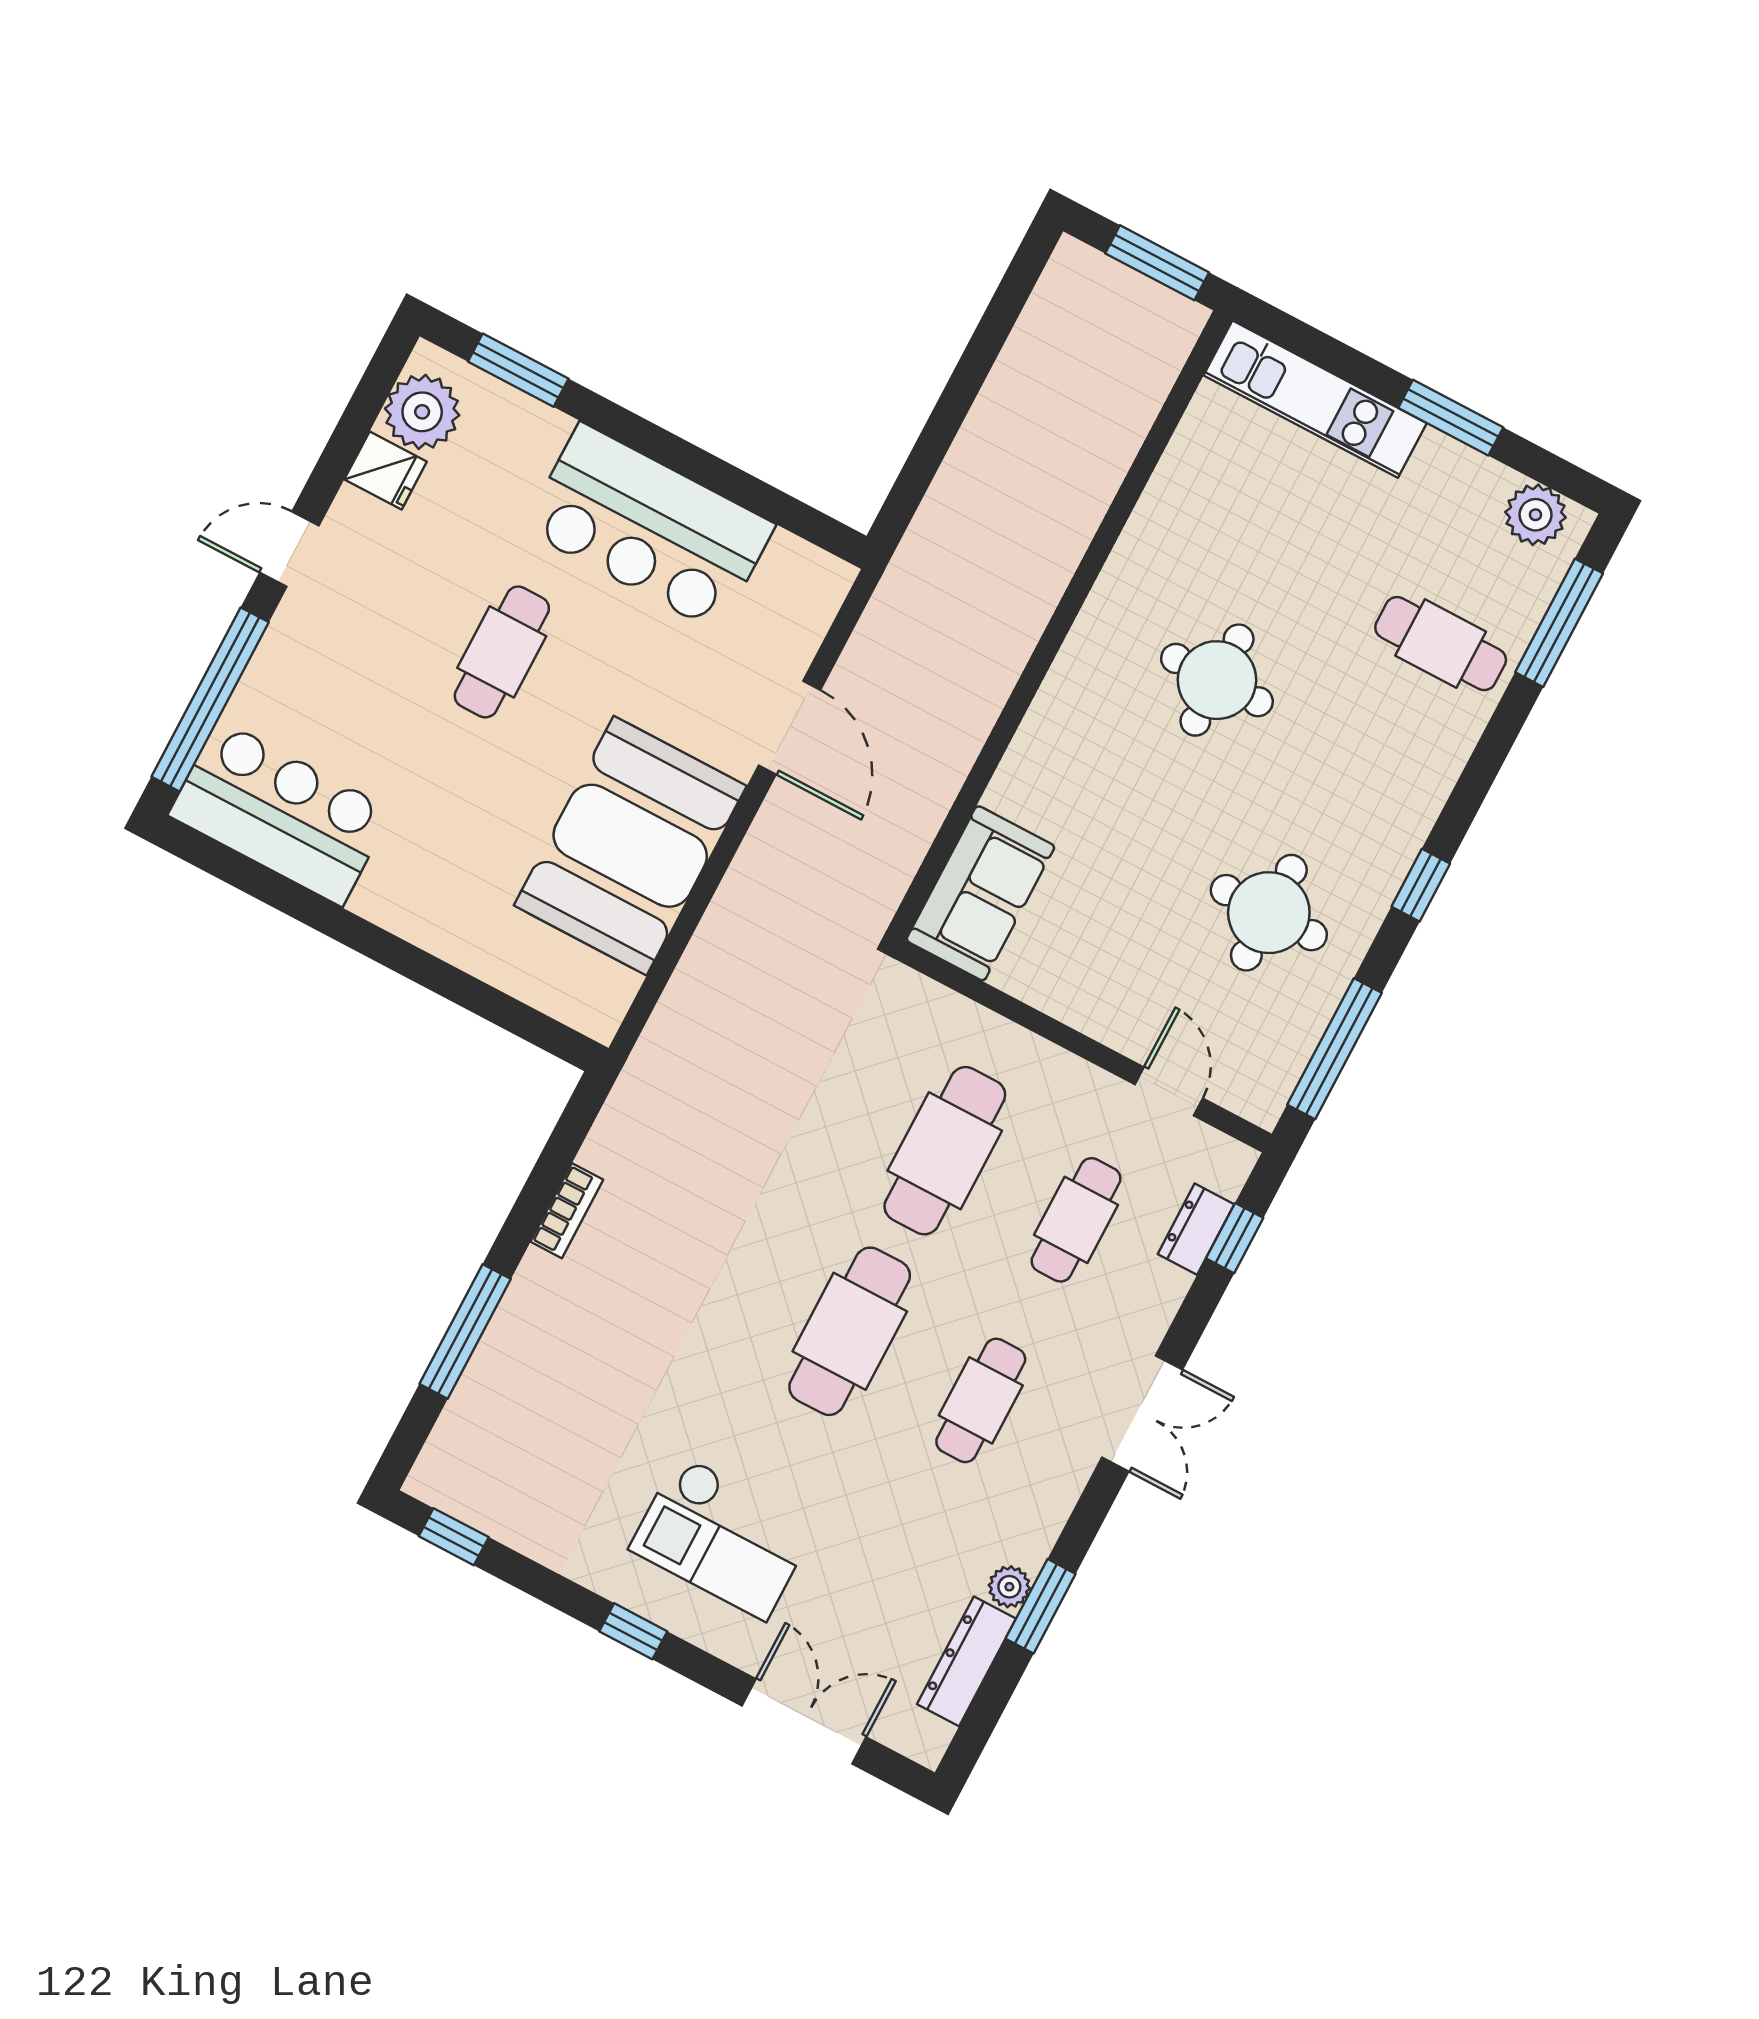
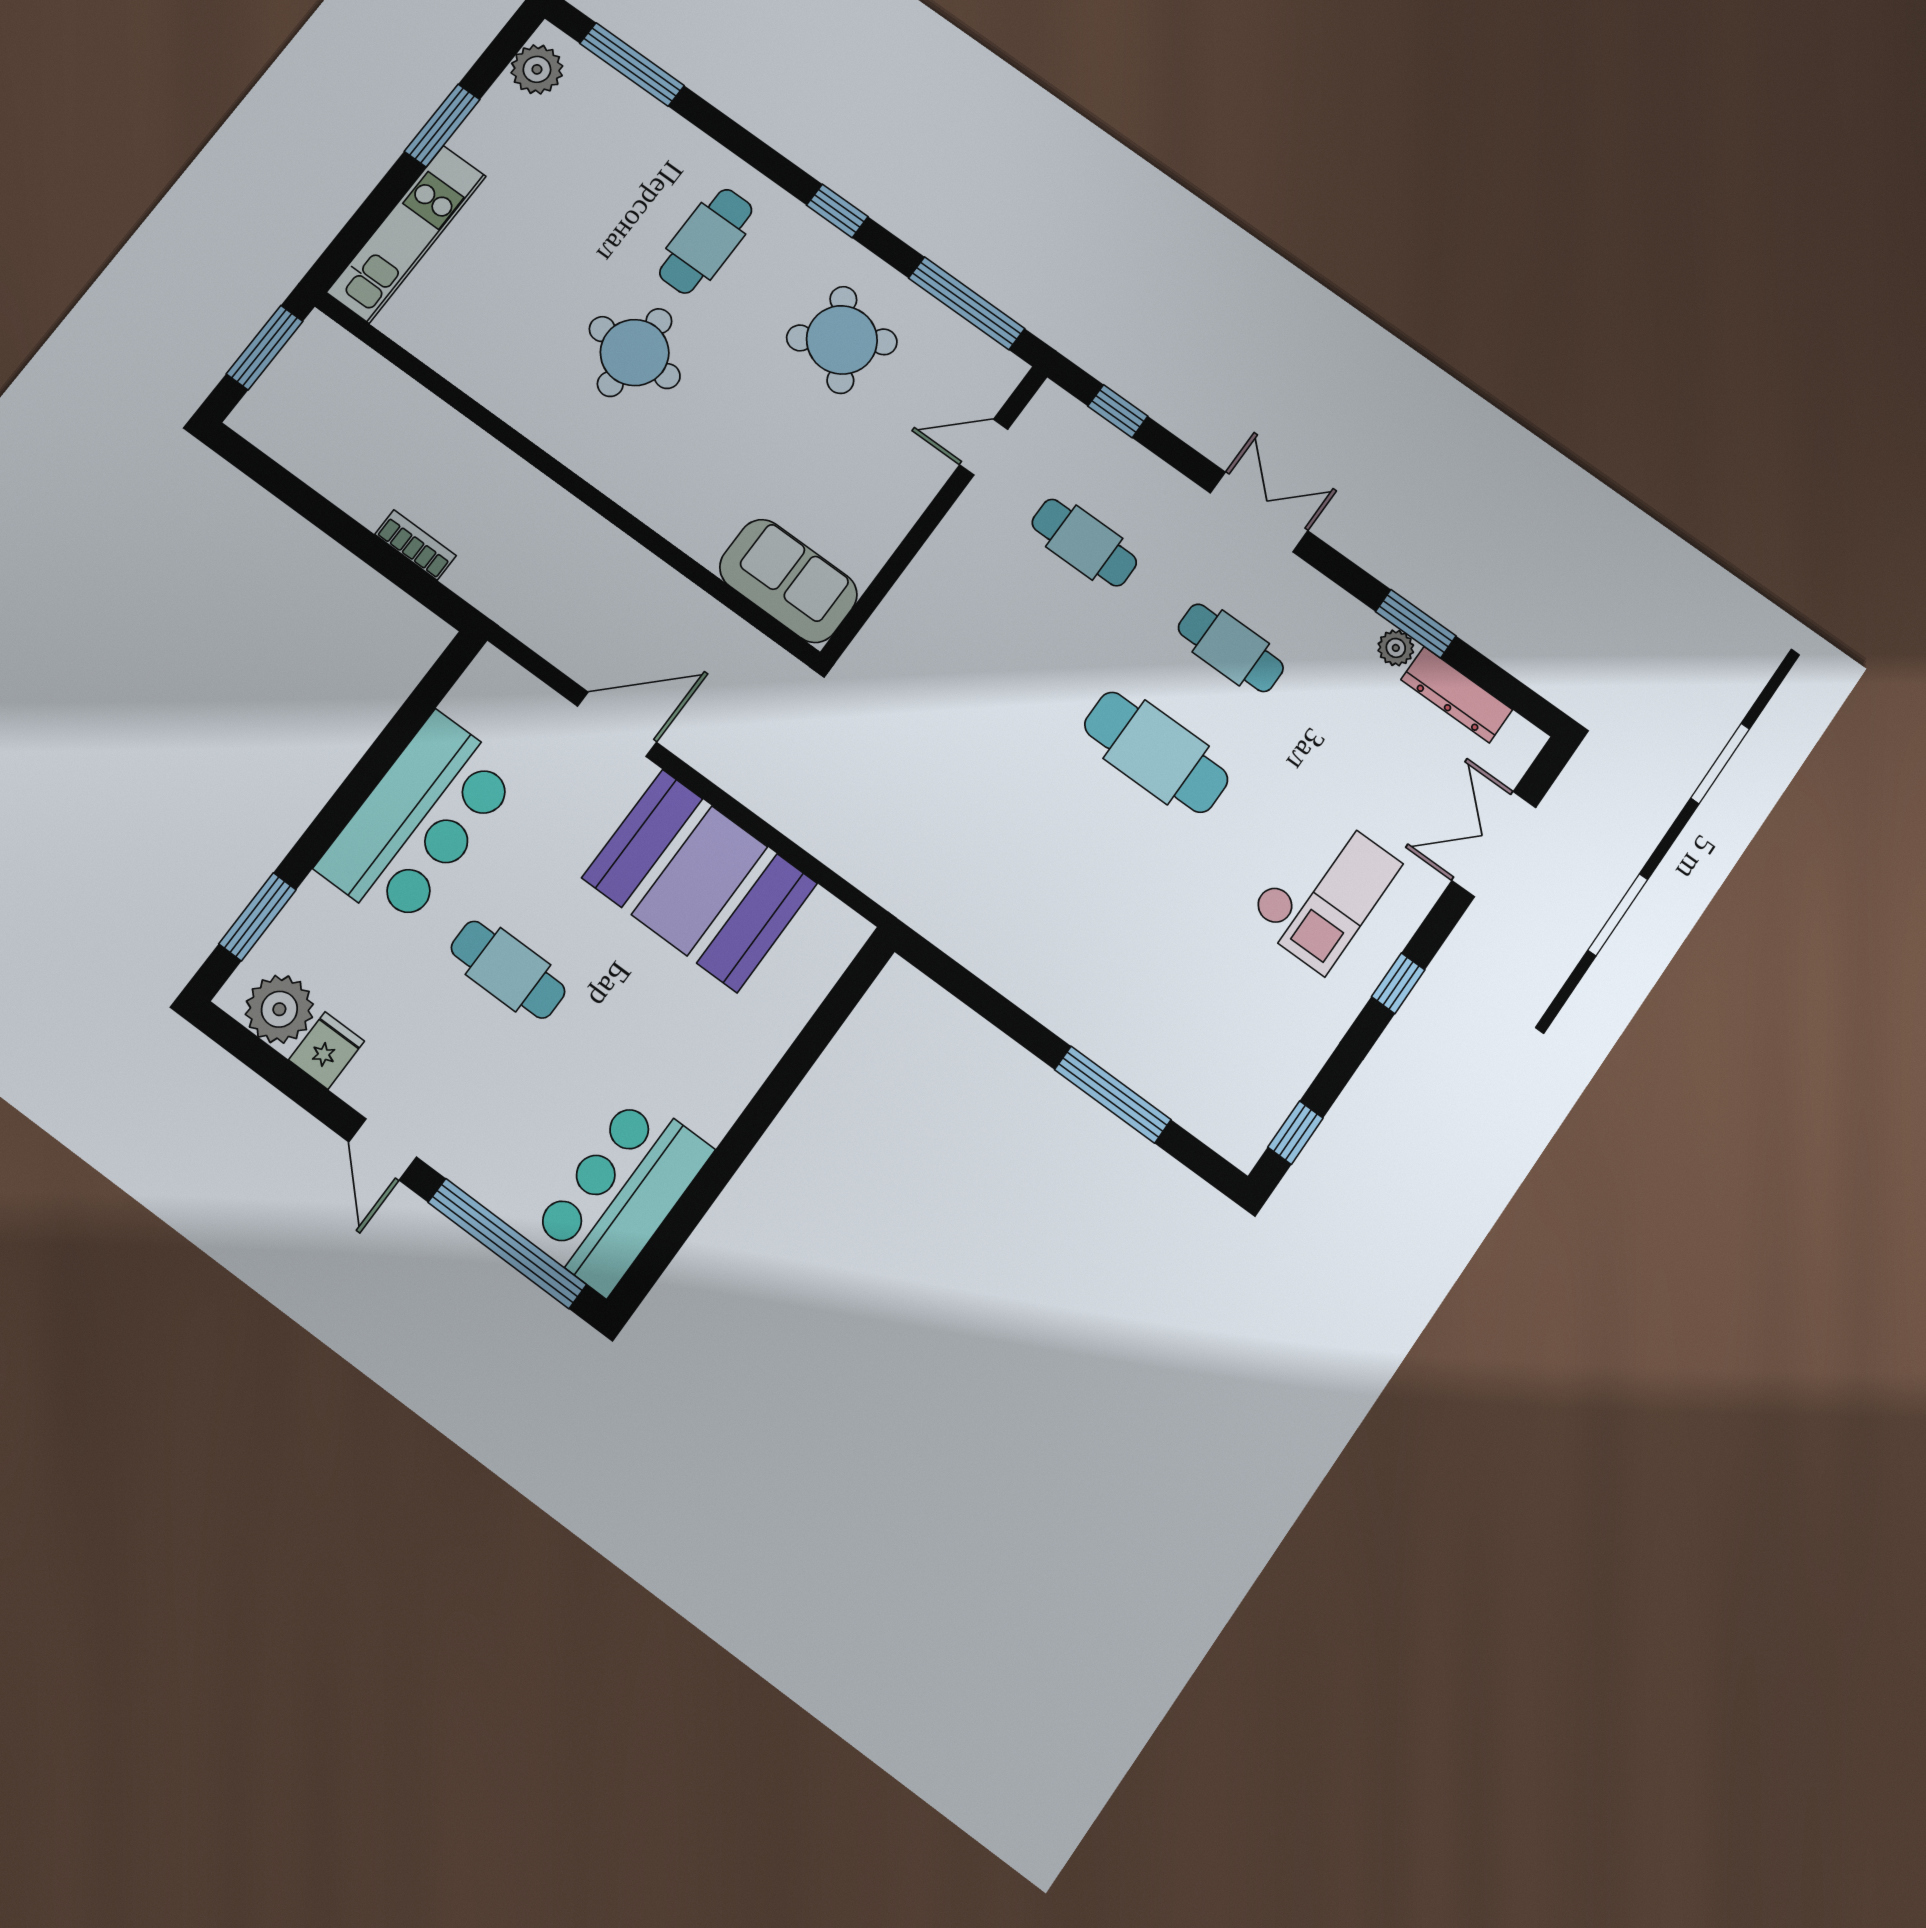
cafe table: (1441, 644) -> (706, 241), moved
round table: (1269, 913) -> (842, 340), turned -34
cafe table: (945, 1151) -> (1009, 646), removed
bookcase: (567, 1211) -> (415, 545), moved
dresser: (1196, 1229) -> (1106, 442), removed

